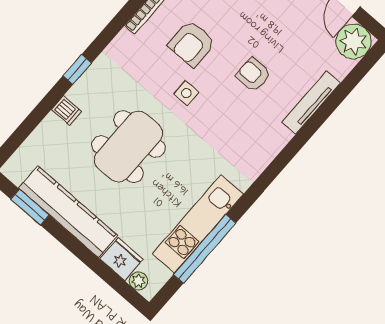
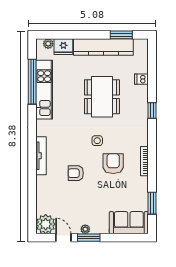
armchair: (253, 75) -> (76, 173), turned 180
tv unit: (311, 103) -> (41, 156), moved
dishwasher: (66, 111) -> (141, 79), moved

